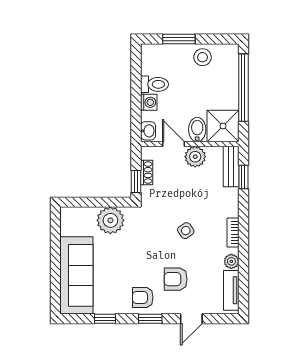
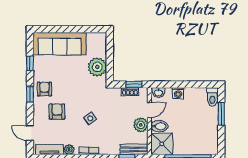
stool: (202, 57) -> (209, 130), removed
toilet: (154, 84) -> (212, 97), moved
window: (136, 182) -> (134, 84), moved
door: (191, 319) -> (30, 133), moved

